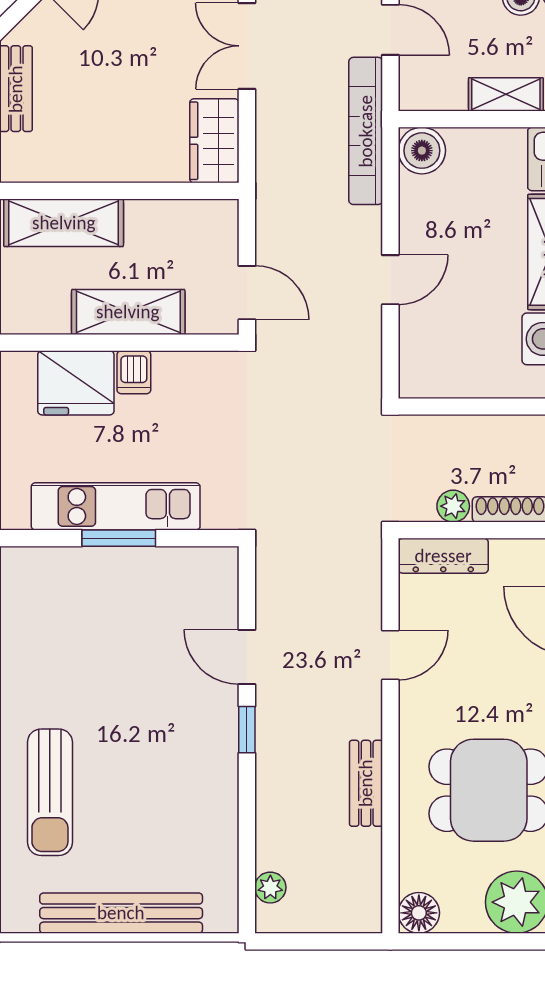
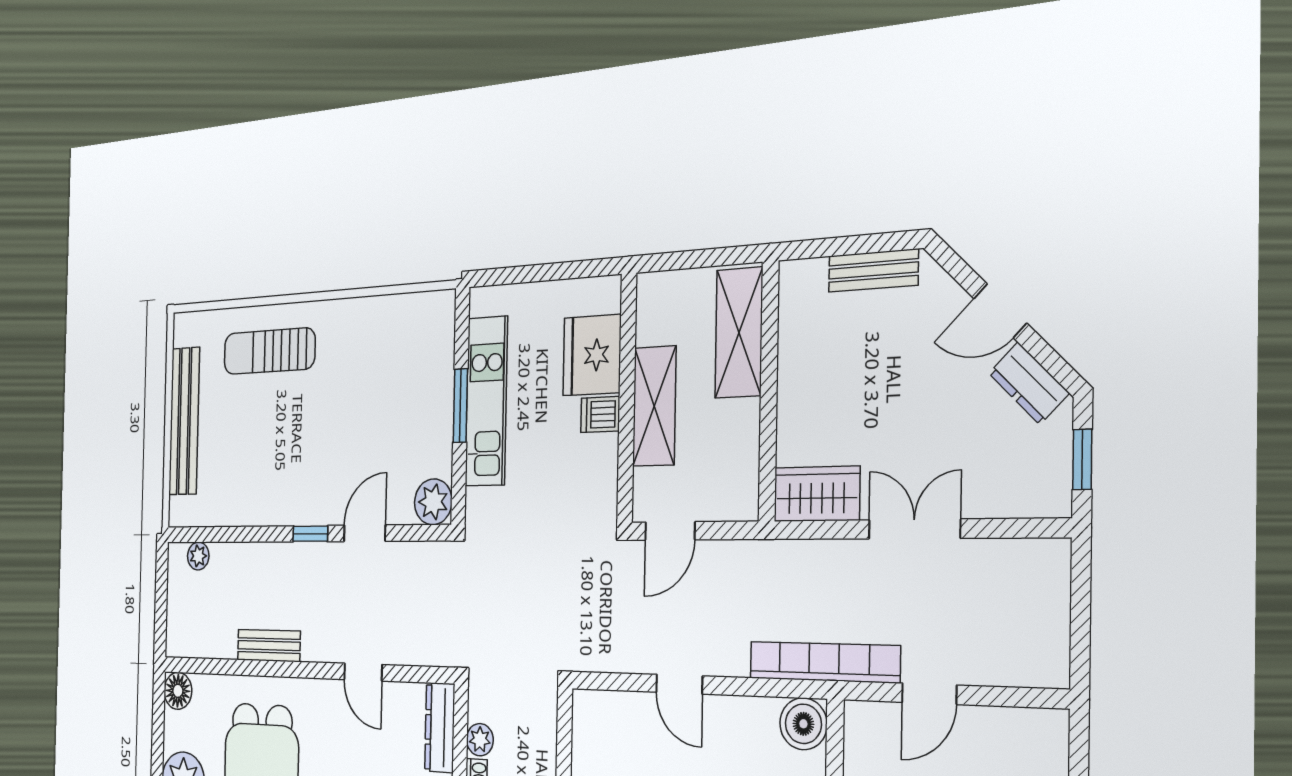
plant: (215, 570) -> (433, 502), added

